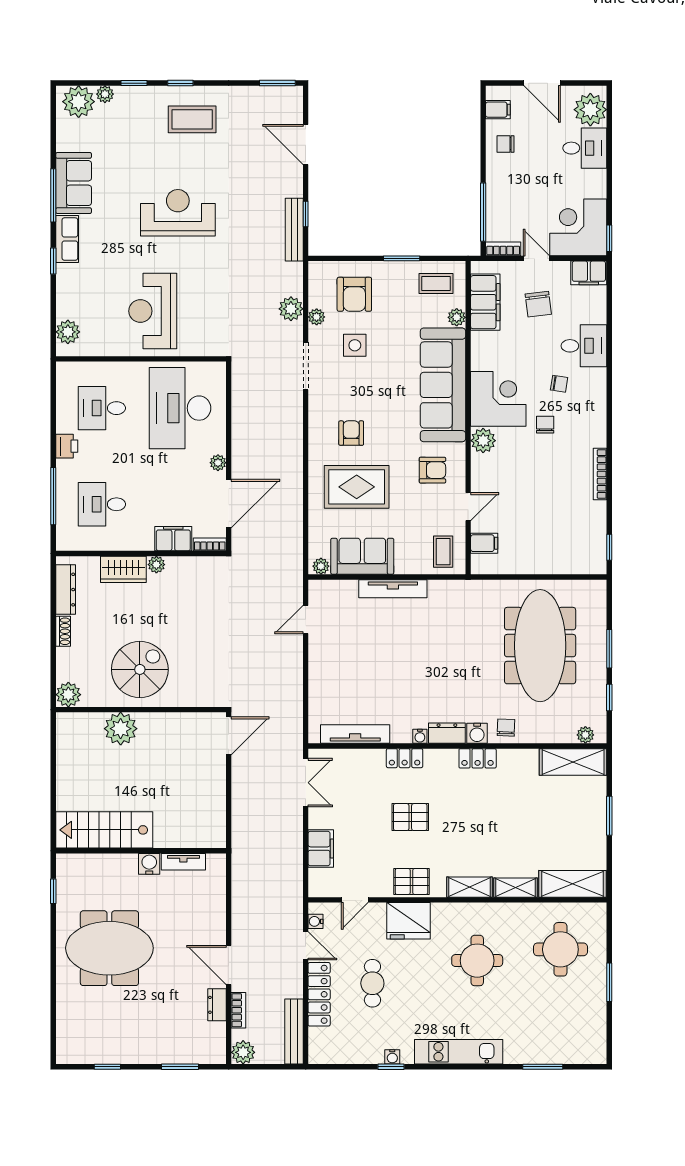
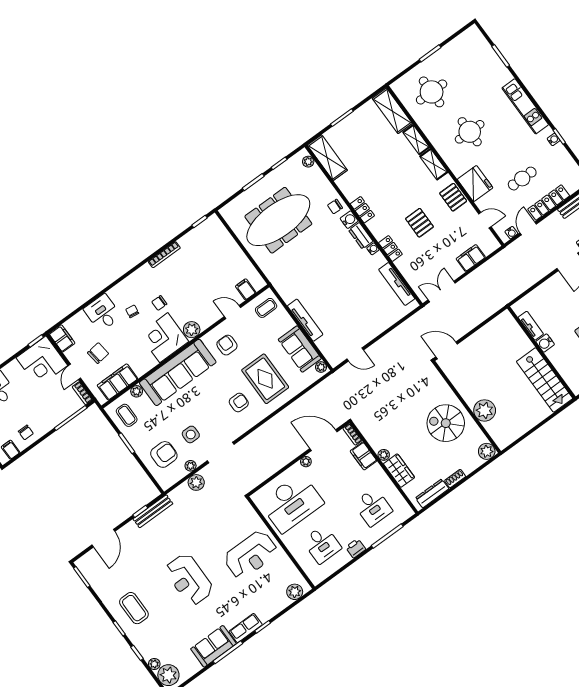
armchair: (351, 433) -> (239, 402), turned 180

